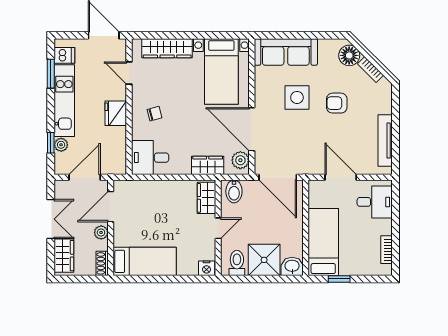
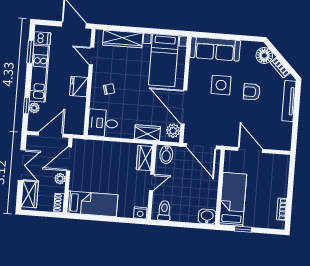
tv unit: (385, 141) -> (289, 101), moved
desk: (375, 202) -> (275, 171), removed
shower: (264, 260) -> (186, 210), removed

